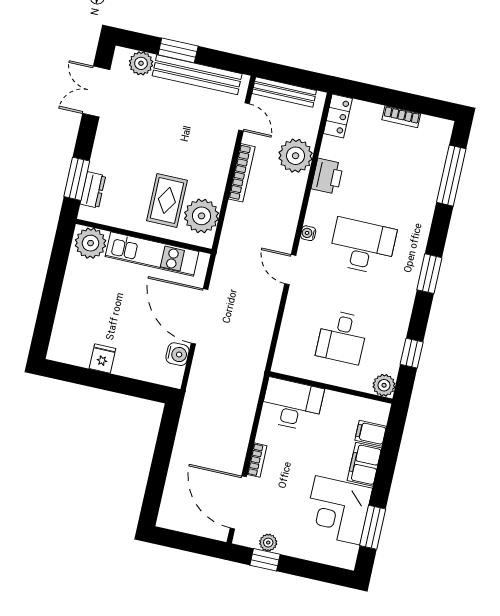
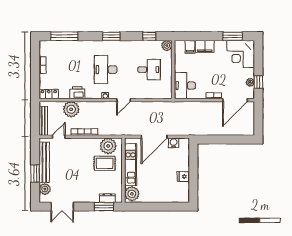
corner desk: (338, 510) -> (241, 54), moved, turned 90

